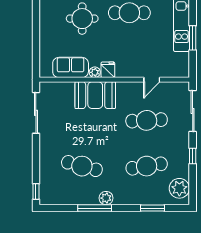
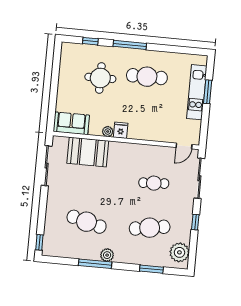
window: (193, 38) -> (208, 92), moved
sofa: (71, 67) -> (71, 123), moved
door: (152, 80) -> (184, 146), moved
booth: (95, 95) -> (88, 152), moved
cafe table: (147, 120) -> (154, 183), width x0.73, depth x0.74

